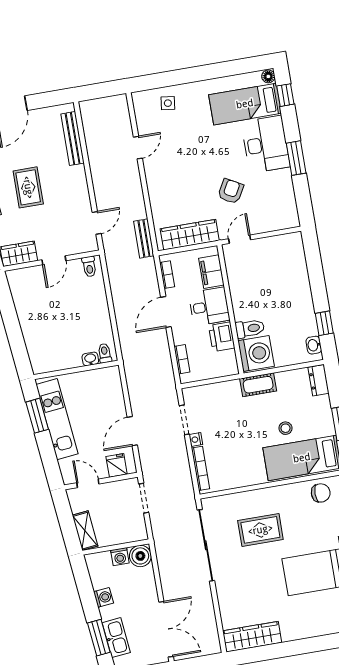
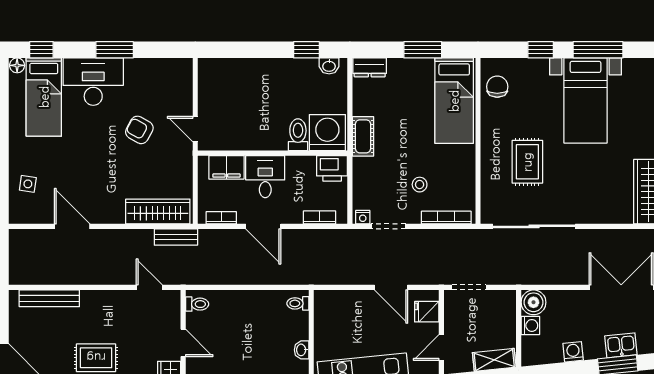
door: (138, 148) -> (72, 226), width x1.38
wardrobe: (190, 235) -> (158, 211), moved, turned 90
printer: (222, 337) -> (332, 168), moved
washbasin: (90, 359) -> (302, 350), moved
stool: (285, 428) -> (420, 185), moved
nightstand: (196, 439) -> (363, 217), moved
kitchen sink: (116, 638) -> (621, 345), width x0.73

